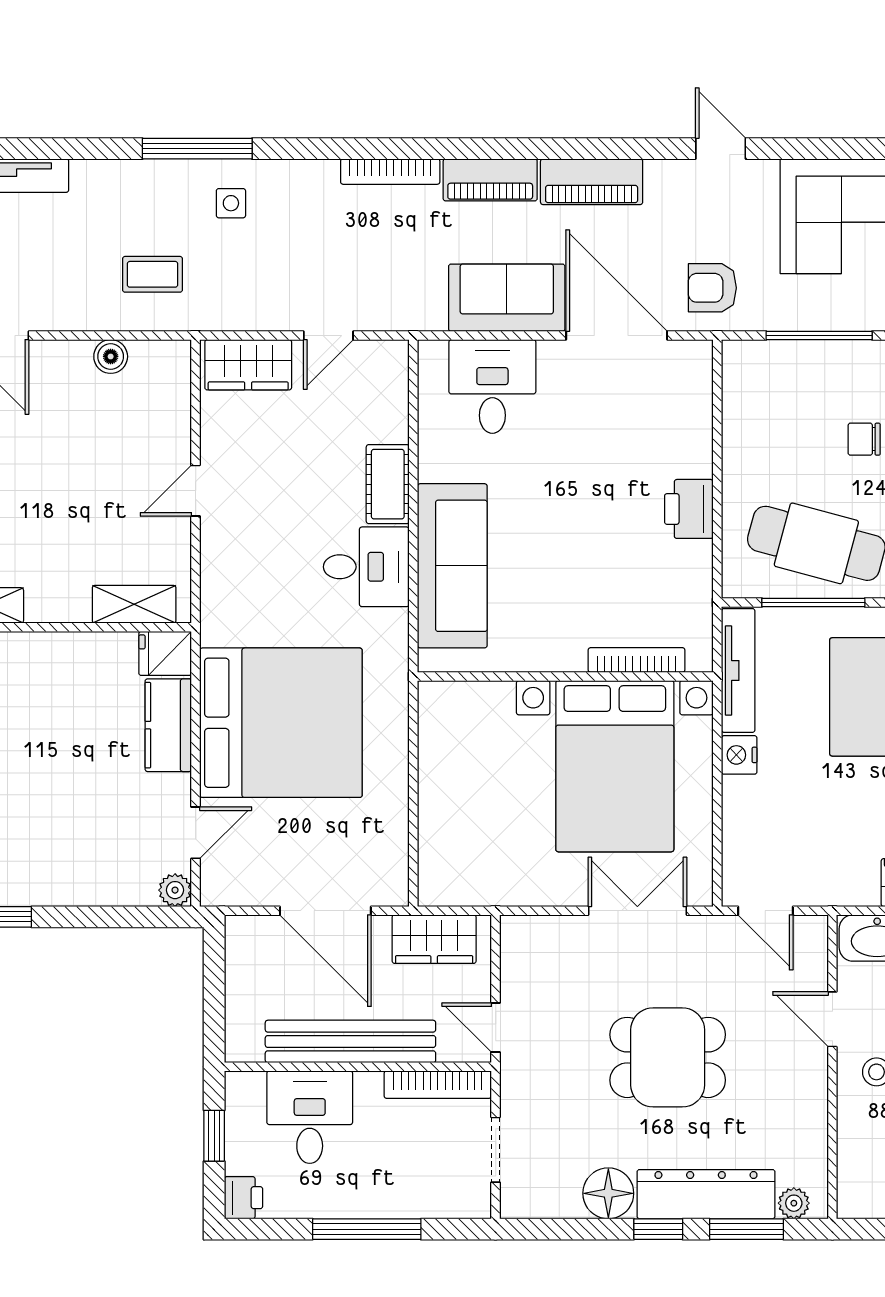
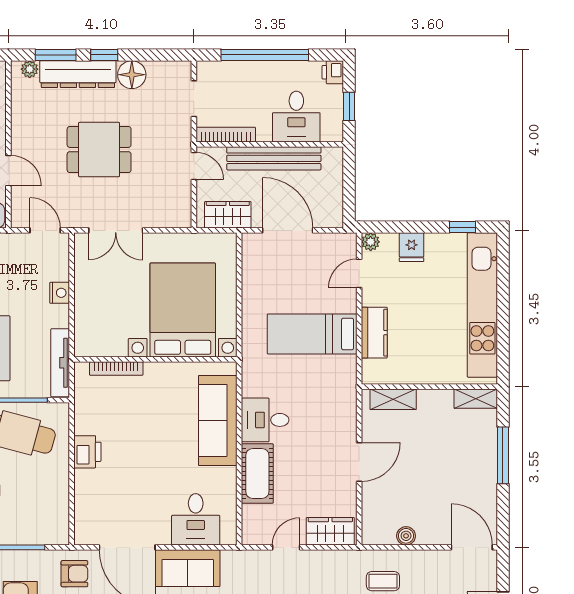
cot: (388, 484) -> (257, 474), width x1.37, depth x1.34
door: (196, 491) -> (359, 462), width x1.38
fridge: (165, 653) -> (412, 247), moved, turned 90
bed: (281, 723) -> (312, 334), width x0.49
nightstand: (739, 755) -> (60, 293), moved
bed with nightstands: (615, 766) -> (183, 310), moved
window: (367, 1229) -> (265, 55), width x1.46

